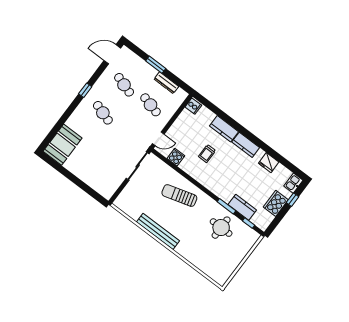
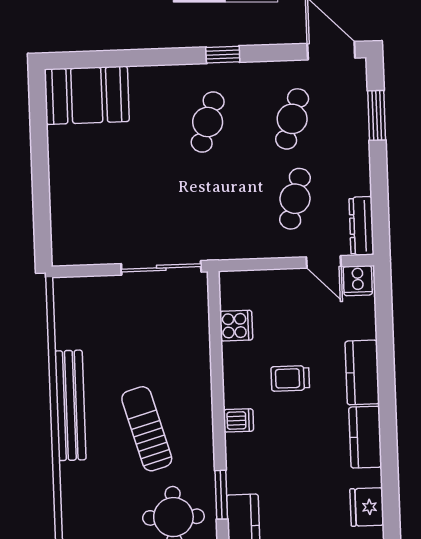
window: (156, 65) -> (377, 115), moved
dresser: (166, 83) -> (361, 226), moved
door: (158, 139) -> (324, 262), moved
dishwasher: (207, 181) -> (238, 420), added
sun lounger: (179, 195) -> (147, 429), moved

